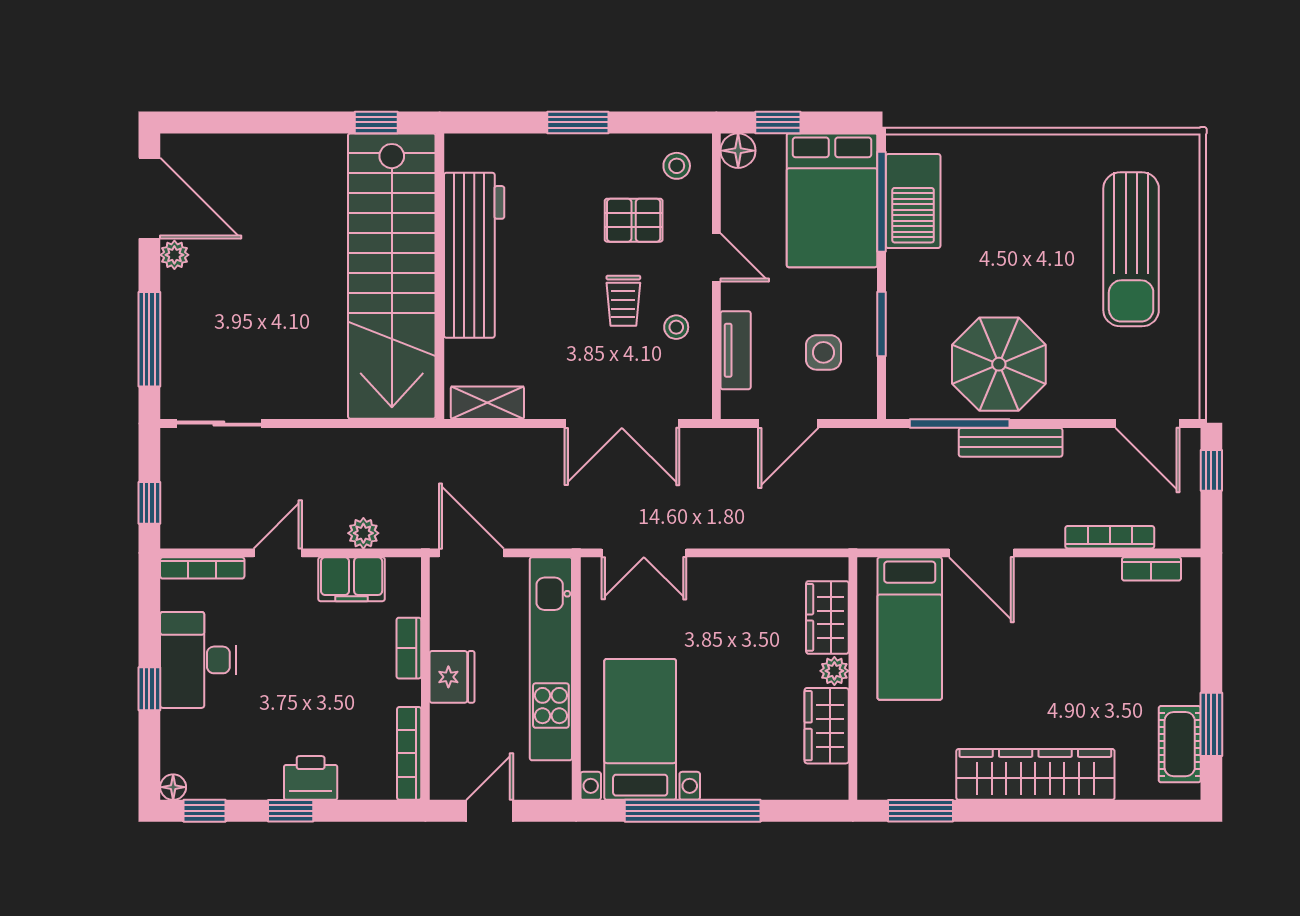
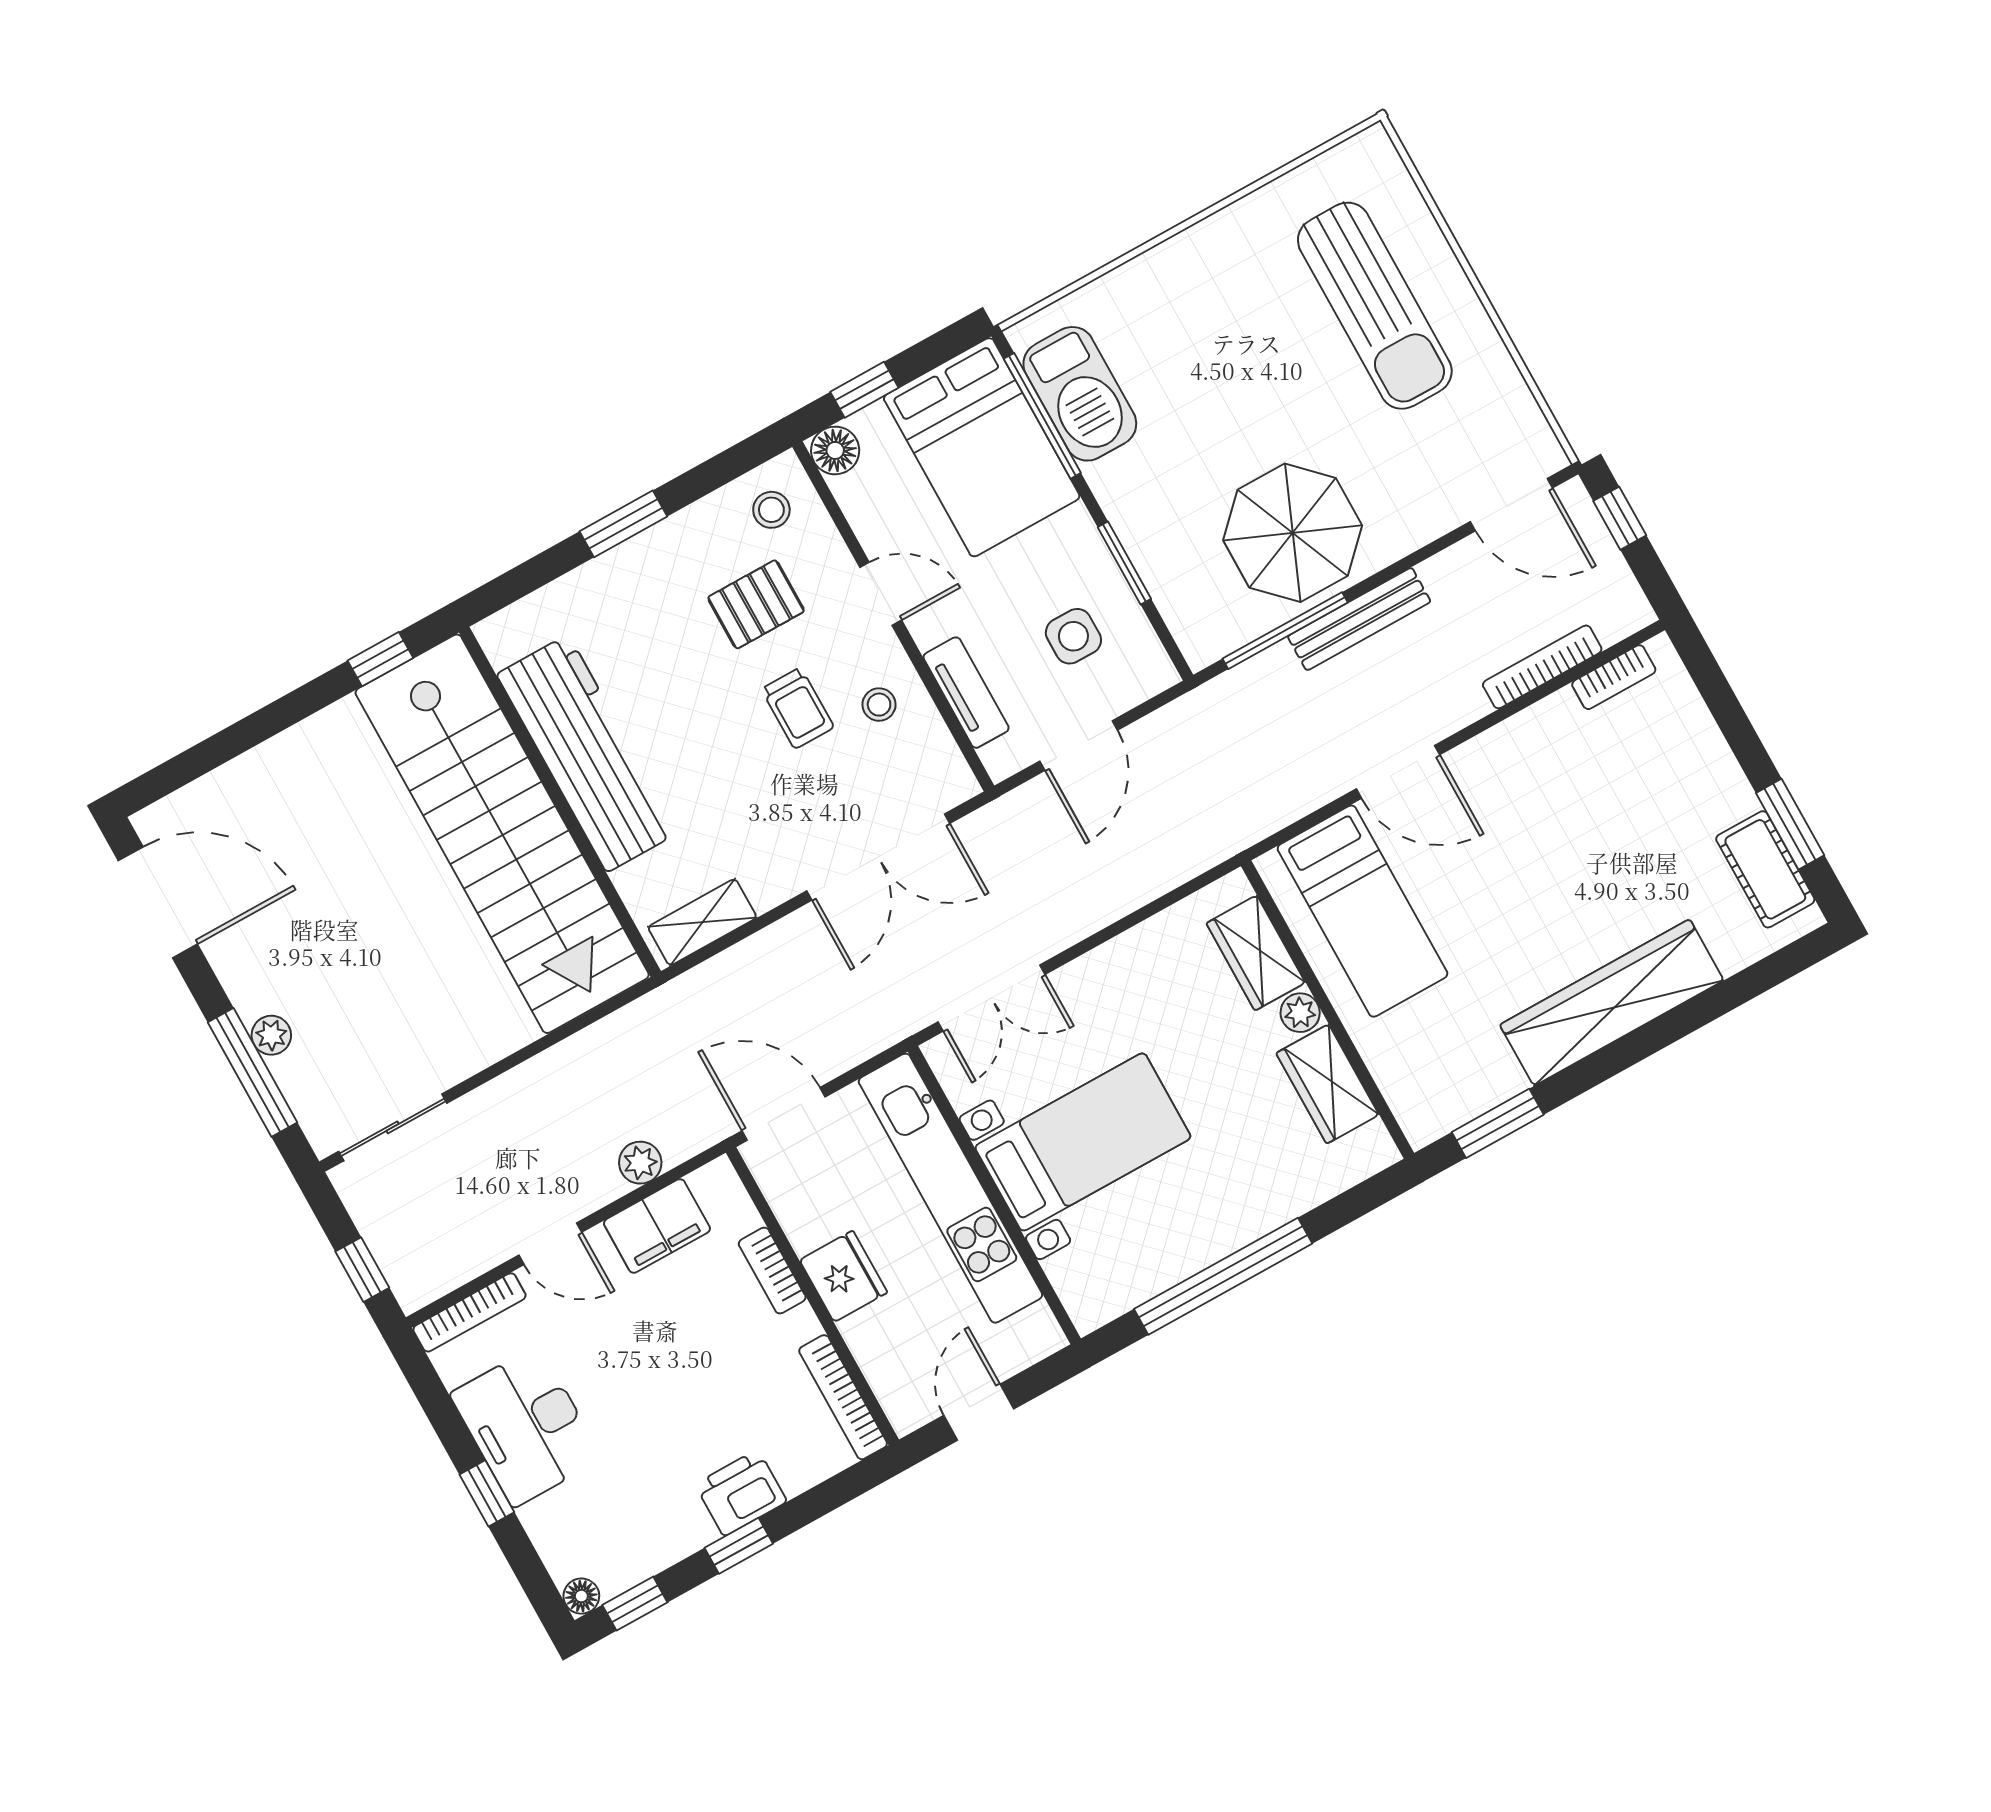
plant: (174, 255) -> (271, 1035), moved
door: (278, 553) -> (550, 1244), swing flipped
bed with nightstands: (640, 729) -> (1083, 1142), moved, turned 90

